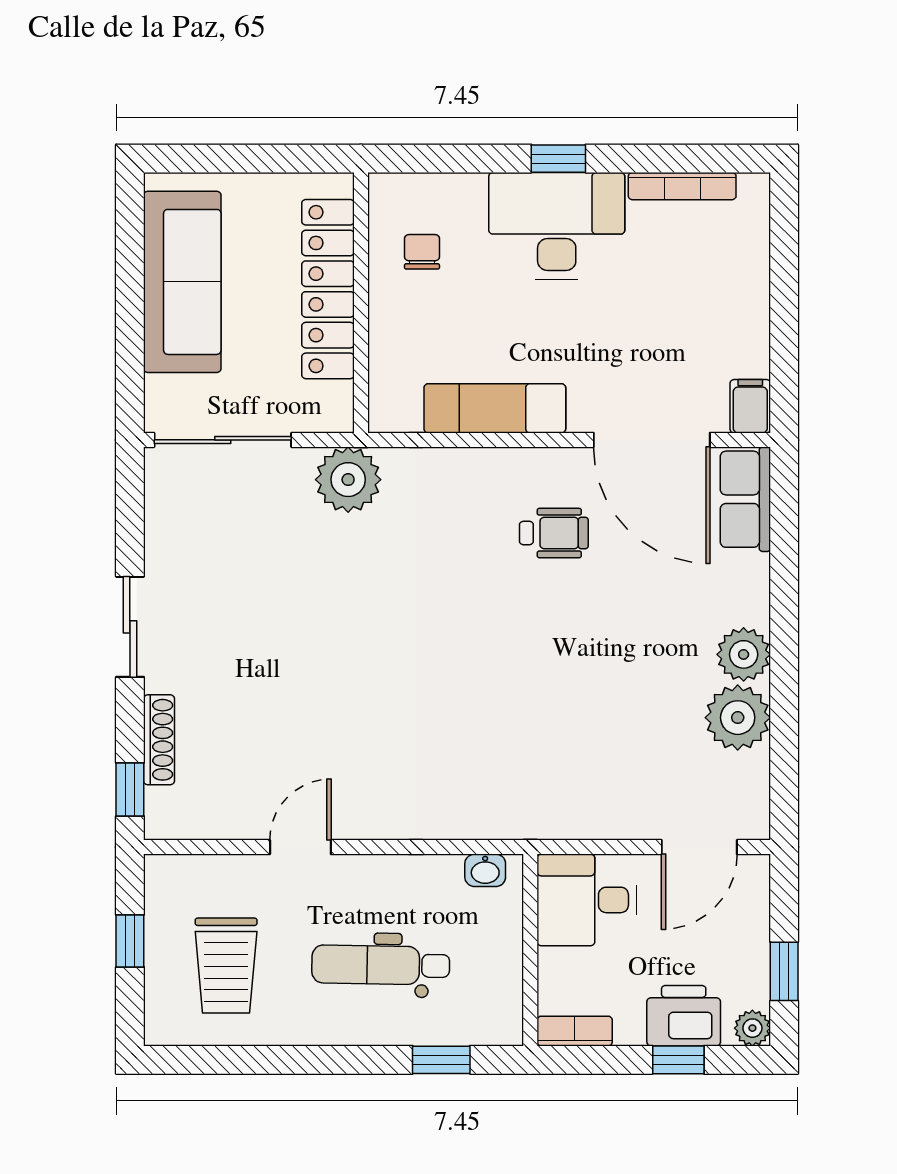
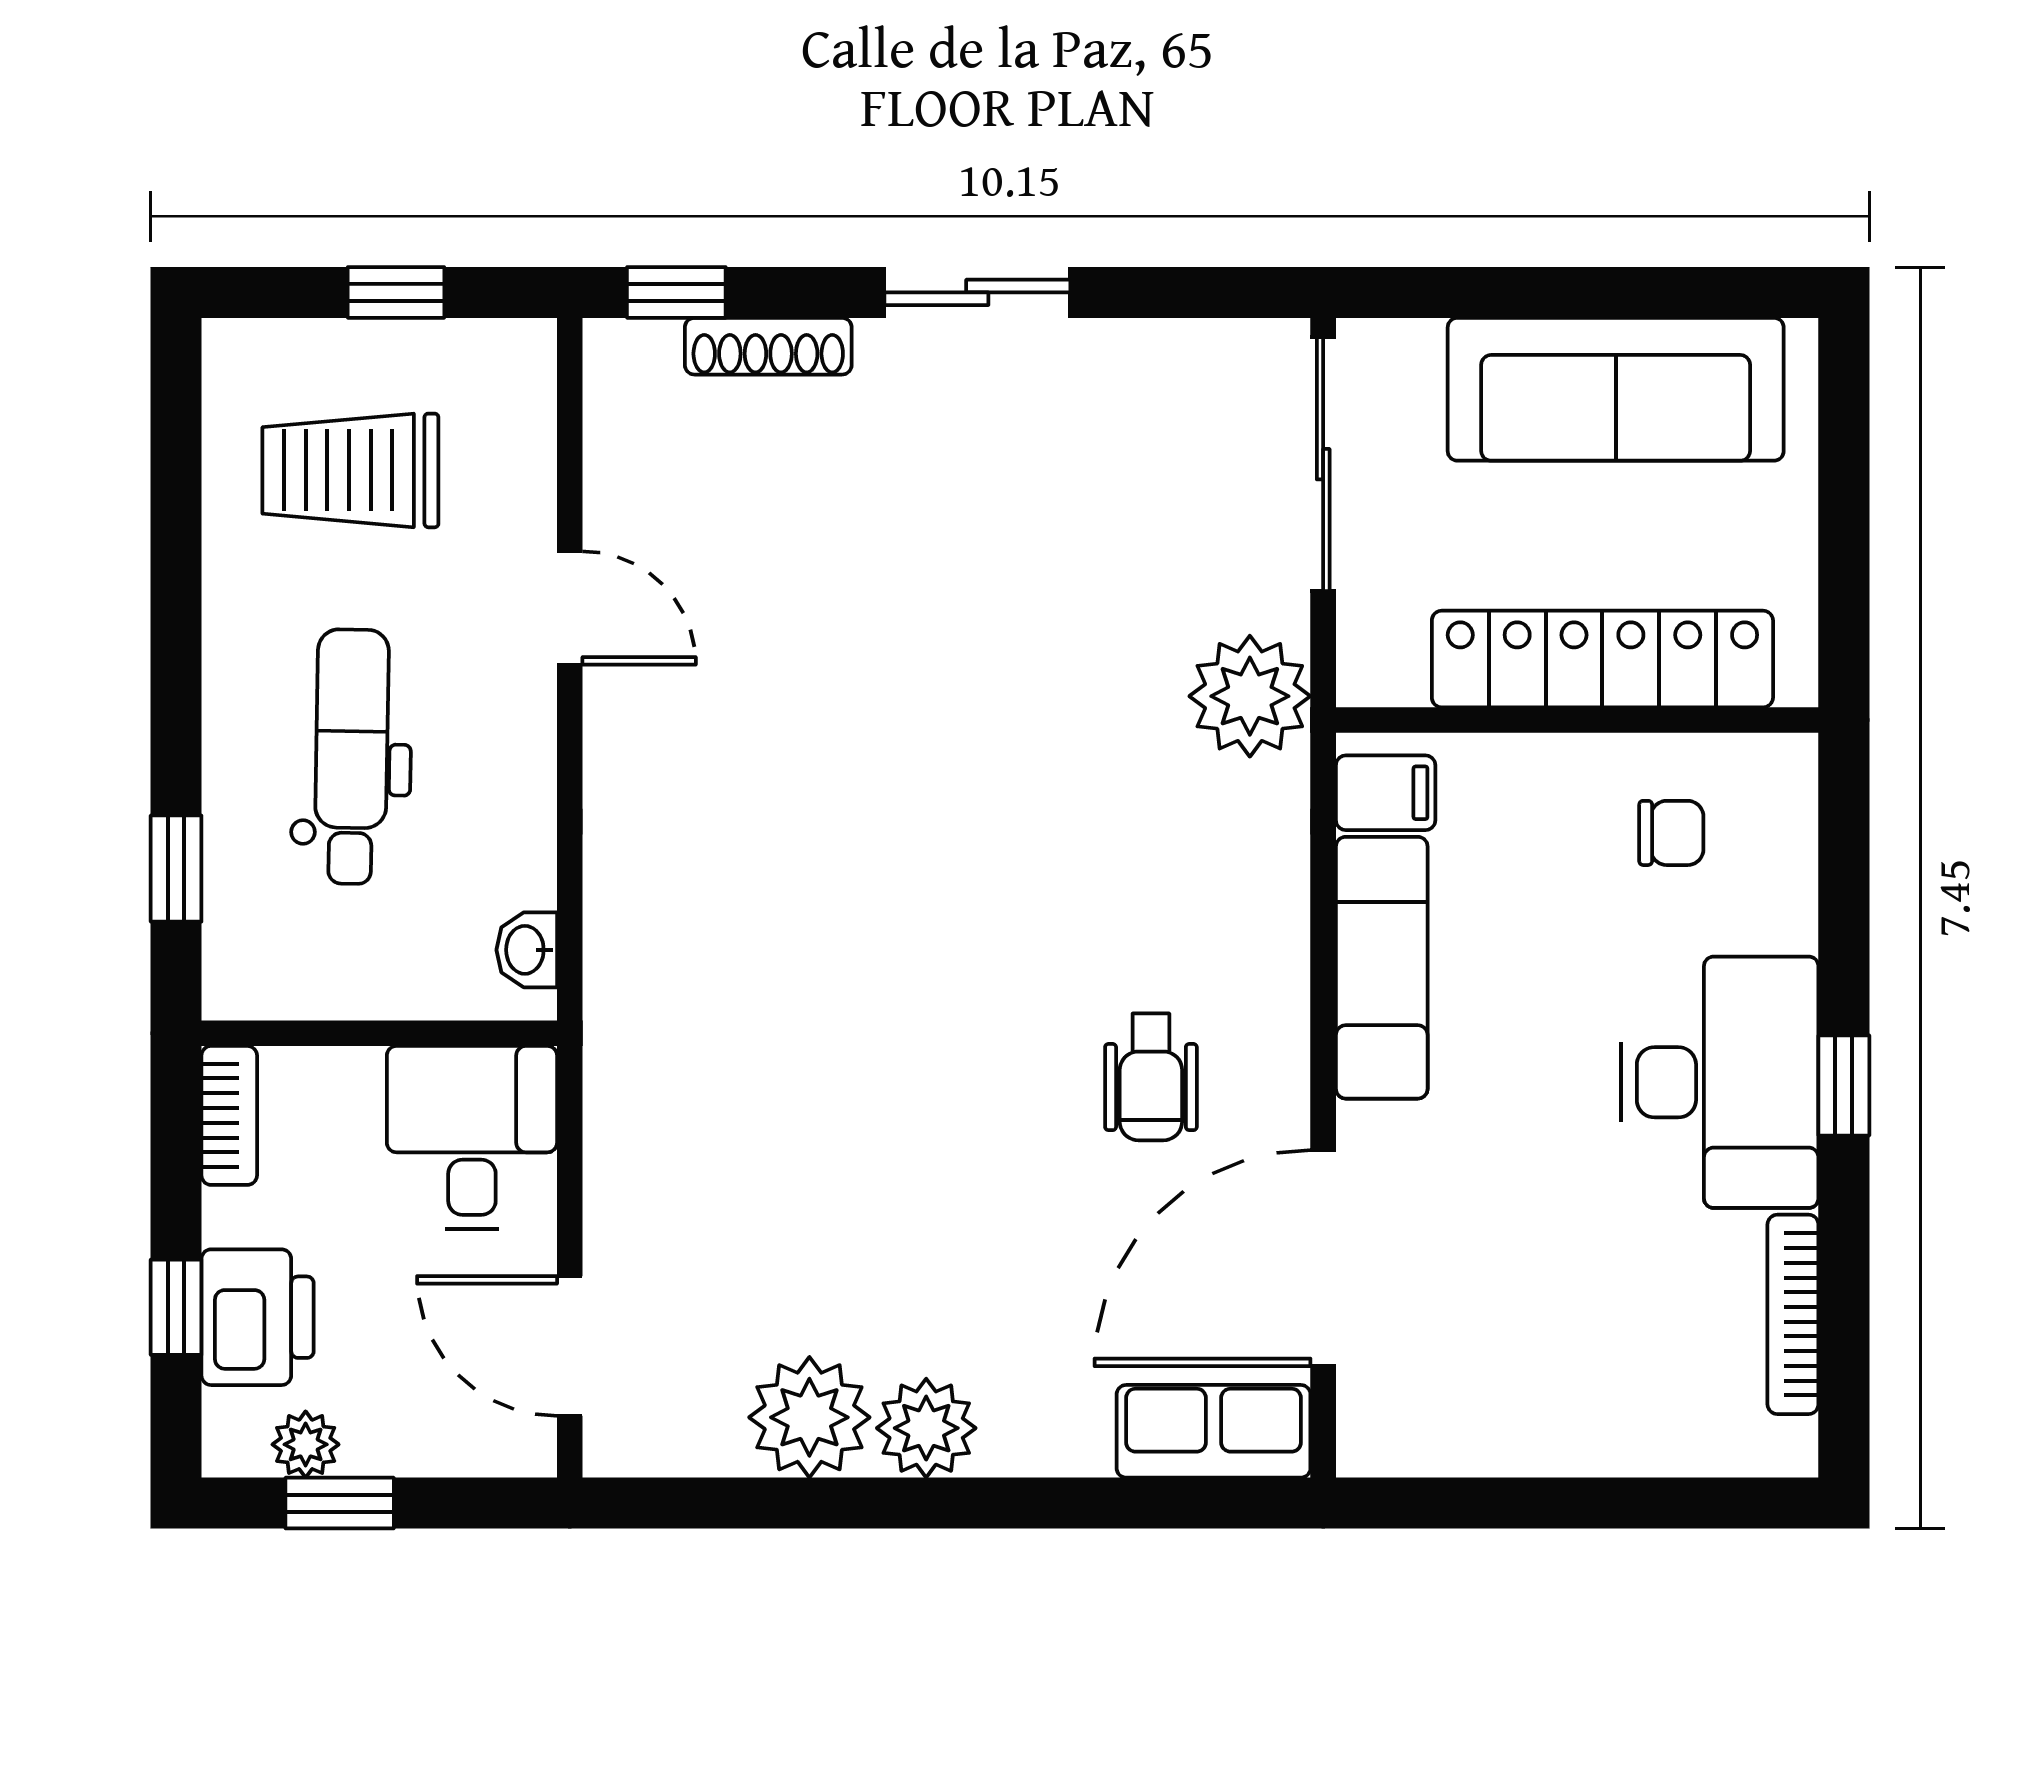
filing cabinet: (750, 406) -> (1386, 793), moved
plant: (752, 1028) -> (306, 1444), moved

